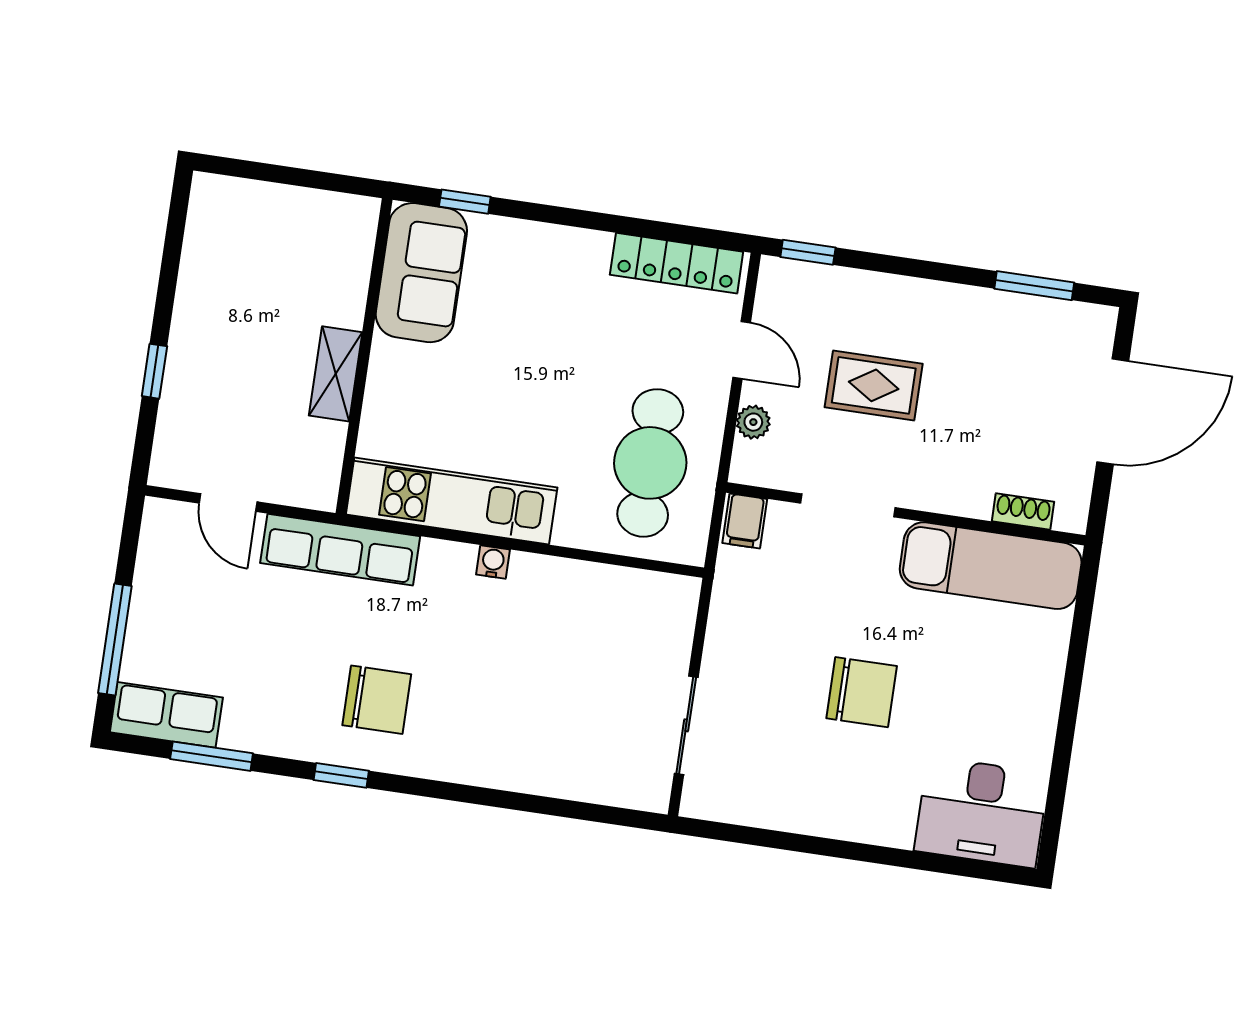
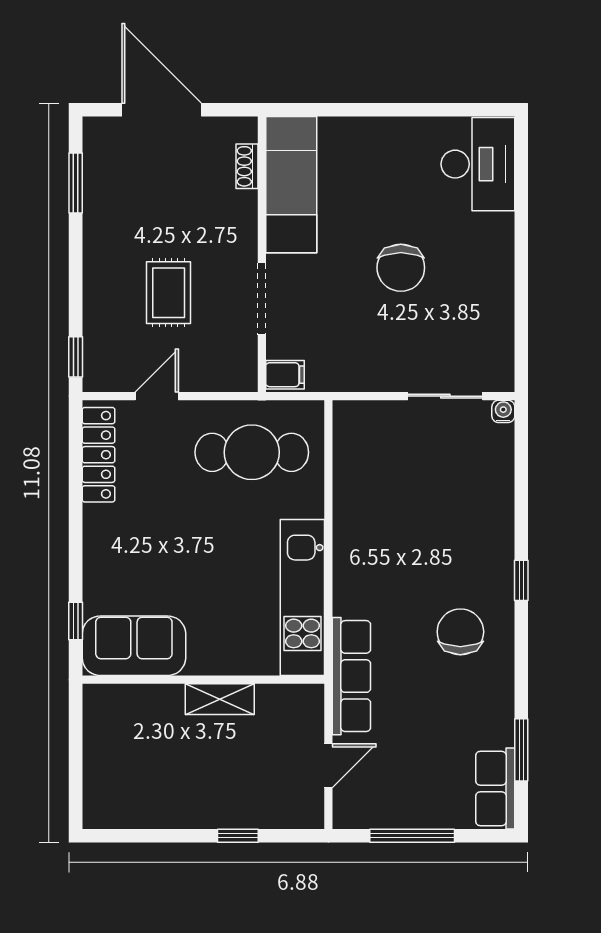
plant: (753, 422) -> (210, 379), removed
water cooler: (493, 562) -> (503, 411), moved, turned 90
window: (115, 640) -> (412, 836), moved
chair: (862, 692) -> (401, 268), turned 180
window: (341, 775) -> (521, 580), moved

